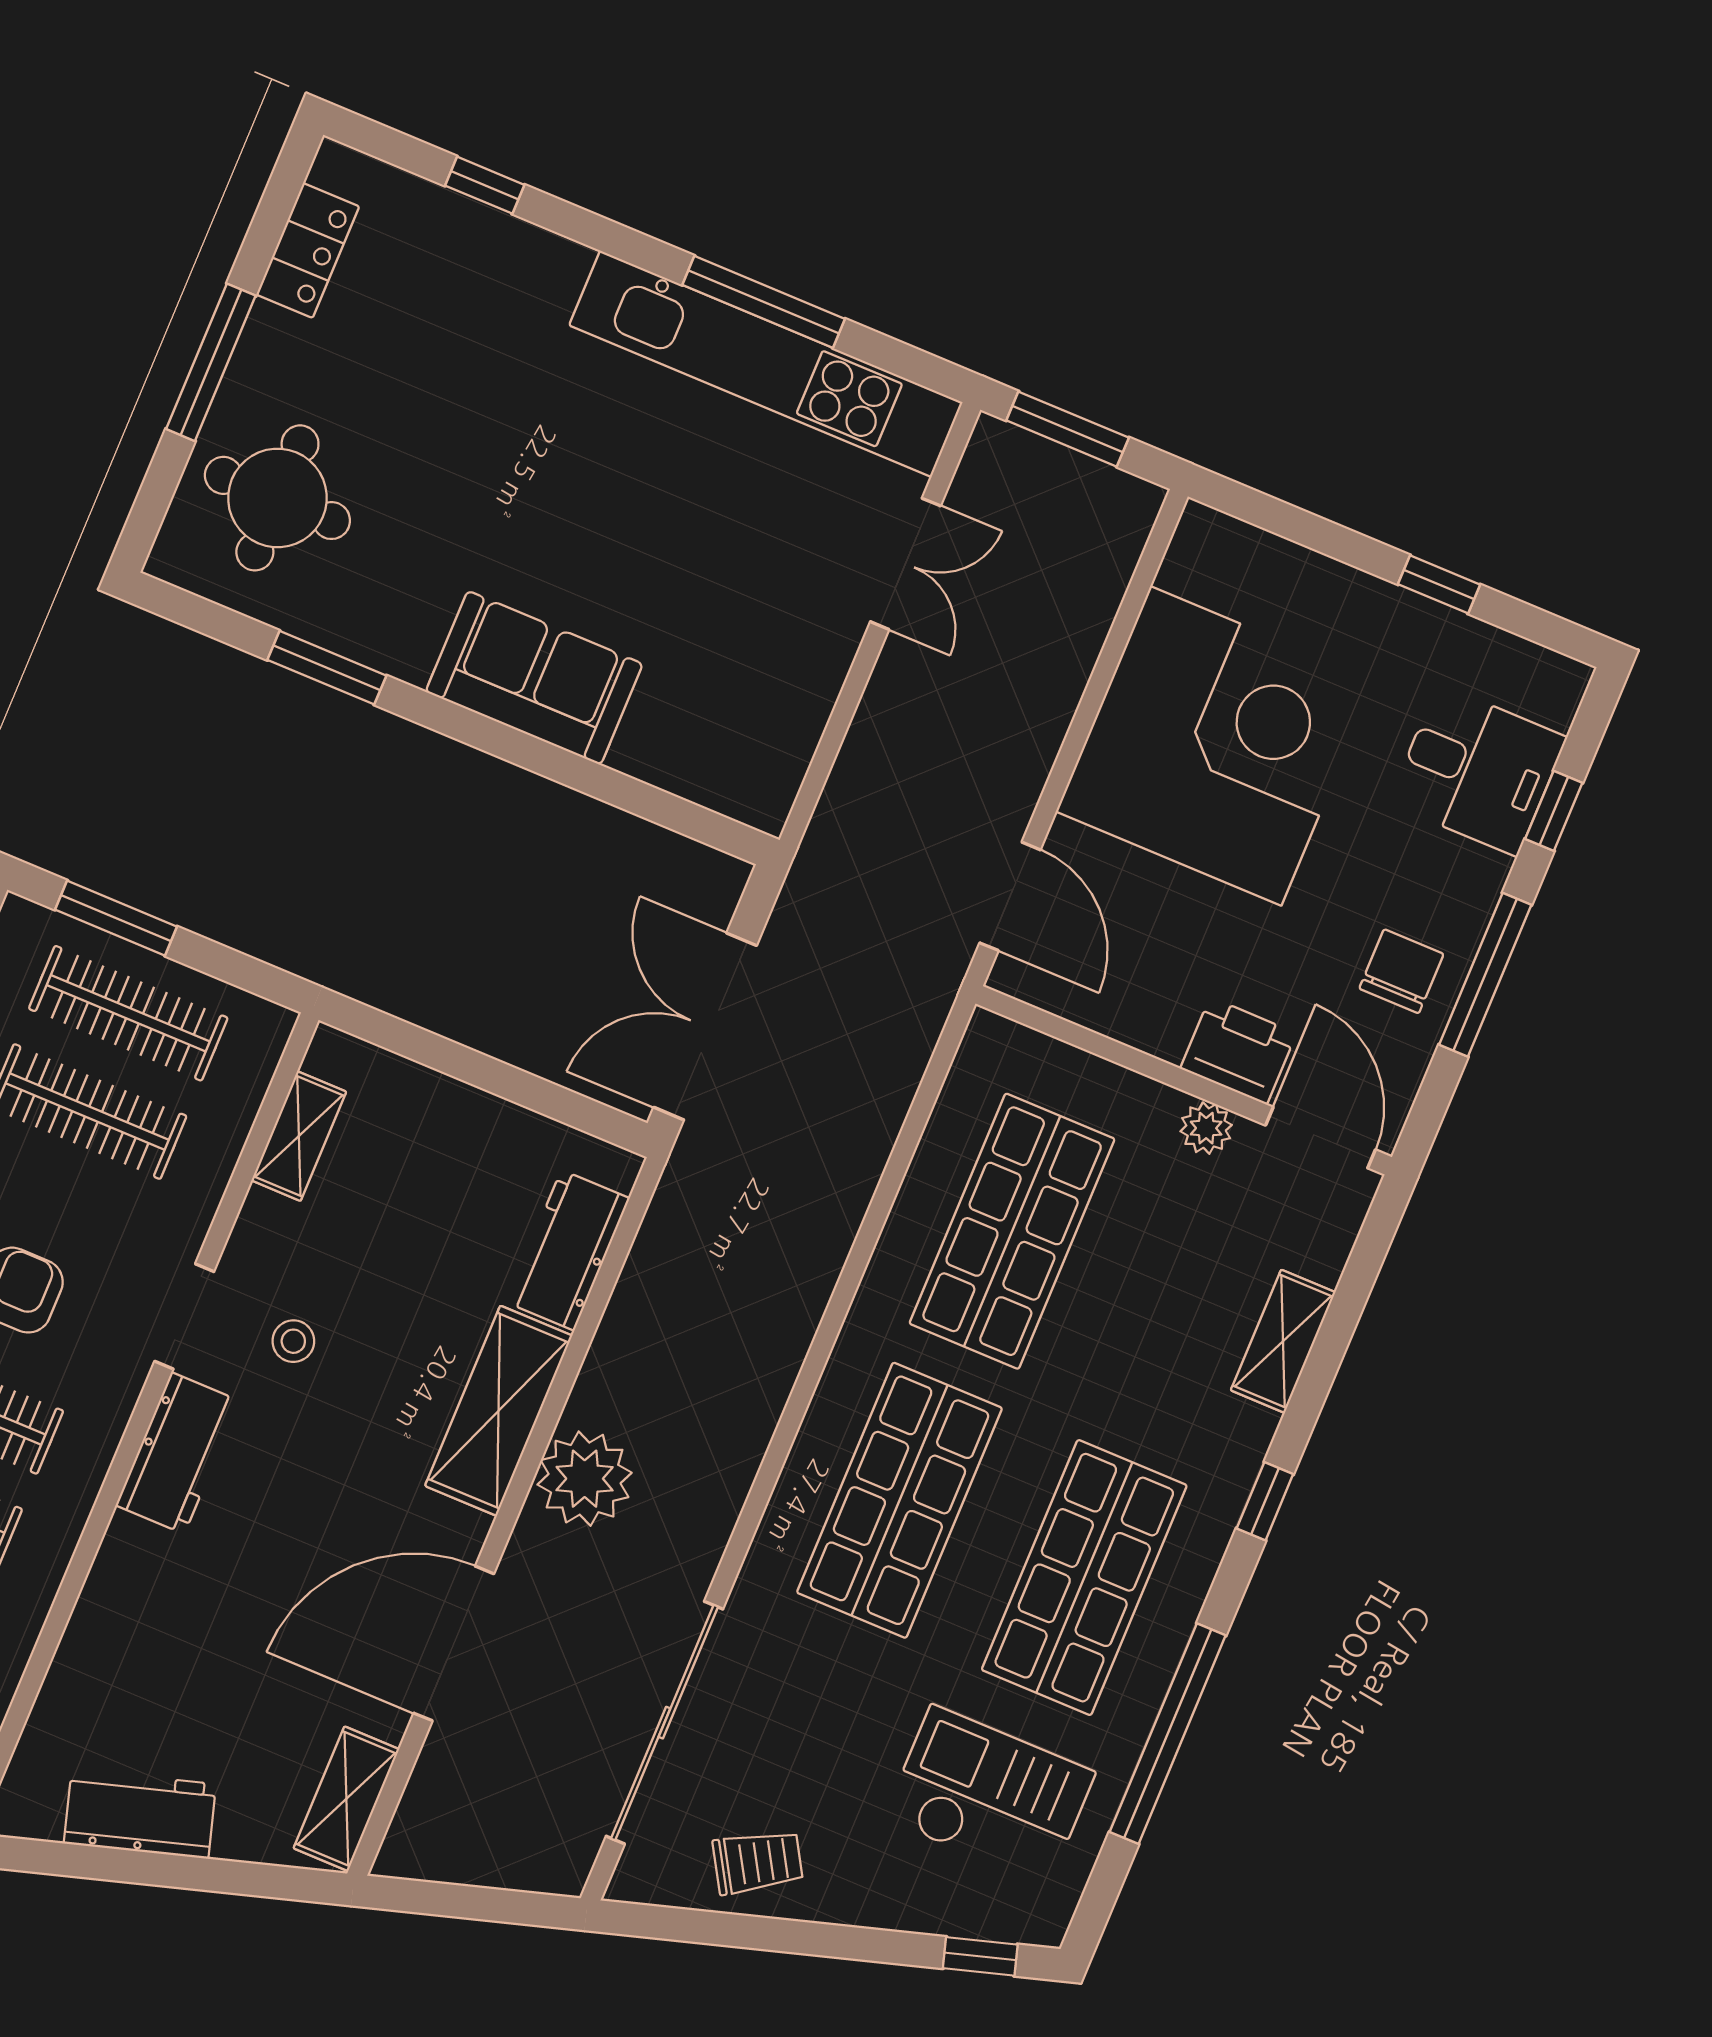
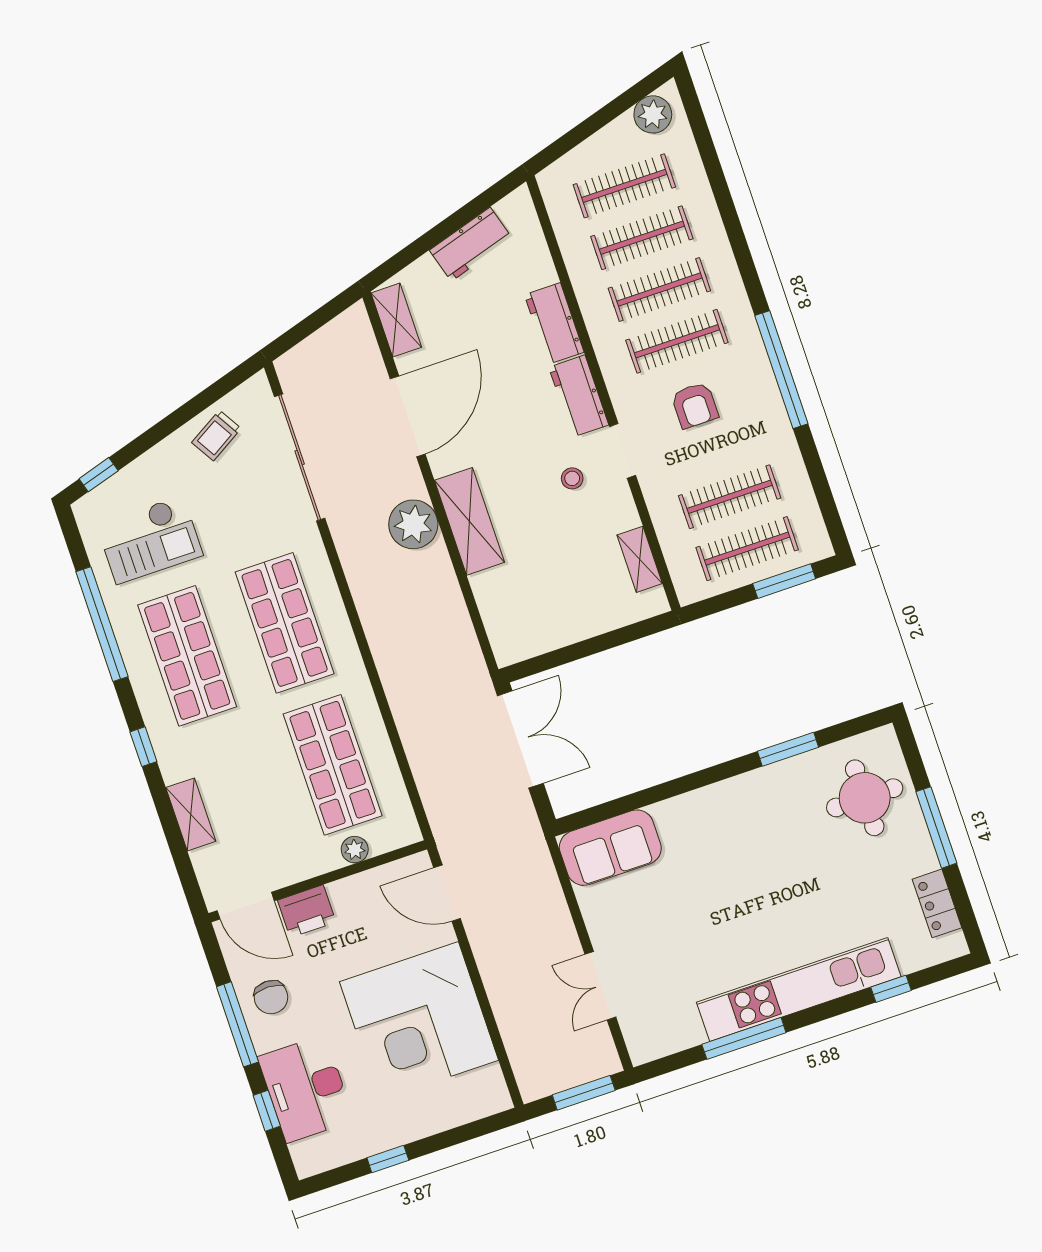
kitchen unit: (766, 364) -> (799, 989), moved
sofa: (534, 678) -> (610, 848), moved
desk: (1478, 770) -> (306, 1089), width x1.37
plant: (1206, 1128) -> (355, 850), moved
workbench: (568, 1250) -> (554, 323), moved, turned 180

